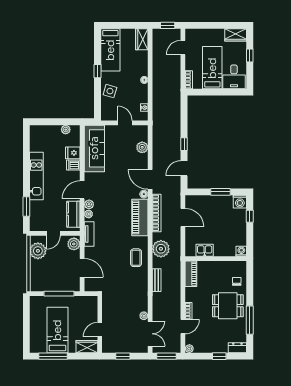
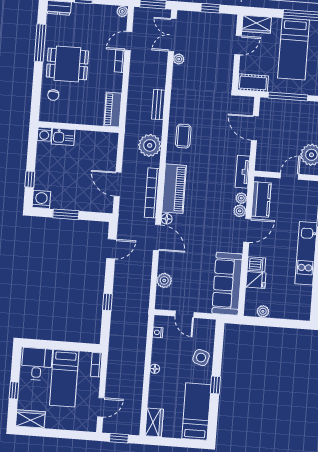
window: (184, 144) -> (107, 302), moved
plant: (74, 244) -> (264, 160), removed
kitchen sink: (205, 250) -> (63, 137), moved
cot: (86, 302) -> (253, 83), added

